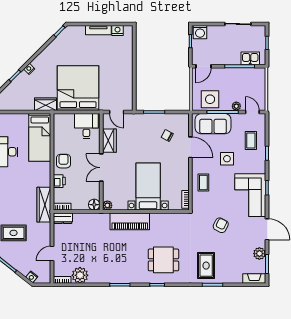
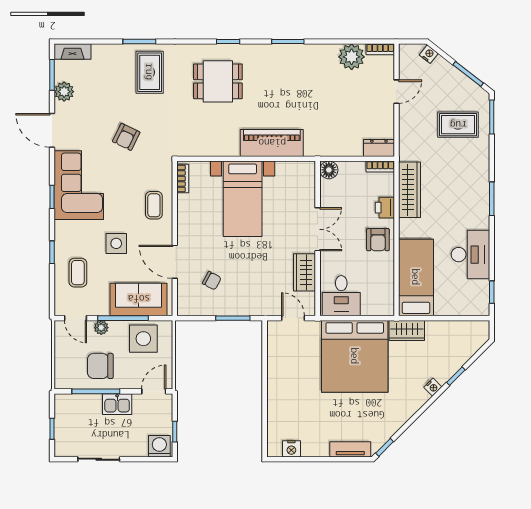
tv unit: (98, 30) -> (350, 449), moved
kitchen sink: (250, 58) -> (117, 404), moved
chair: (237, 82) -> (100, 366), added
wardrobe: (44, 205) -> (409, 190), moved
plant: (107, 205) -> (308, 169), removed

